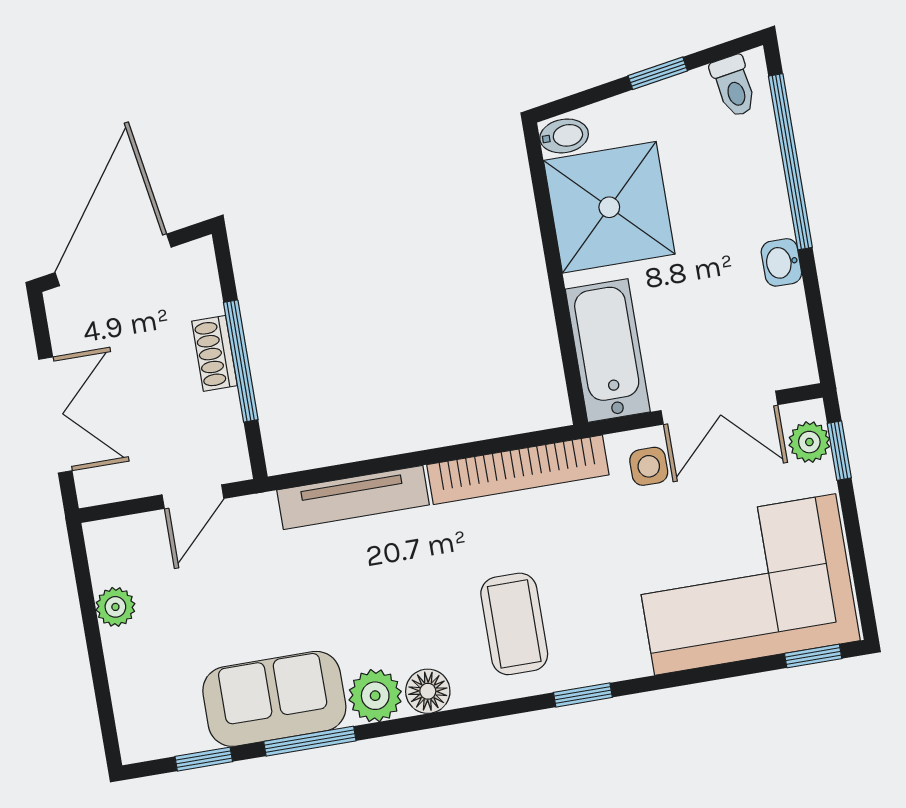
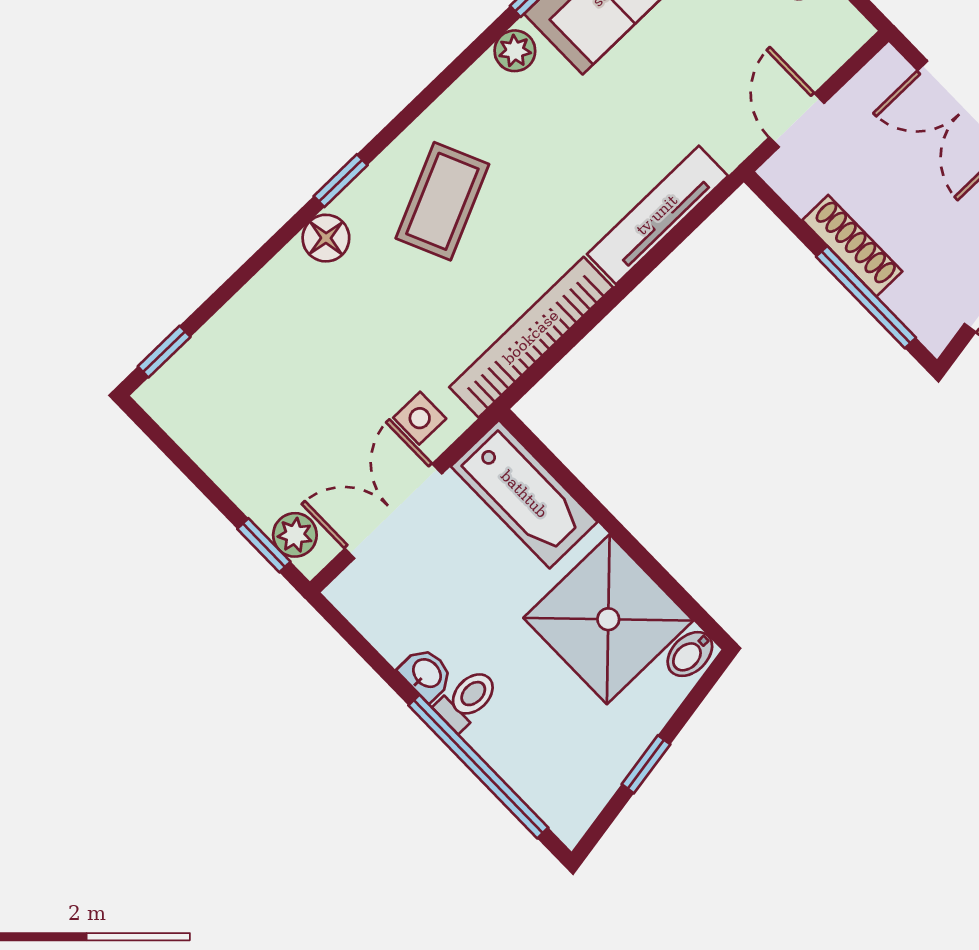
toilet: (734, 86) -> (467, 700), moved, turned 99
shoe rack: (214, 353) -> (852, 246), width x1.43
window: (241, 361) -> (866, 297), moved
corner sofa: (745, 585) -> (266, 373), removed
coffee table: (514, 624) -> (442, 201), turned 66
floor lamp: (428, 691) -> (326, 238), moved
plant: (375, 696) -> (515, 51), width x0.73, depth x0.73

